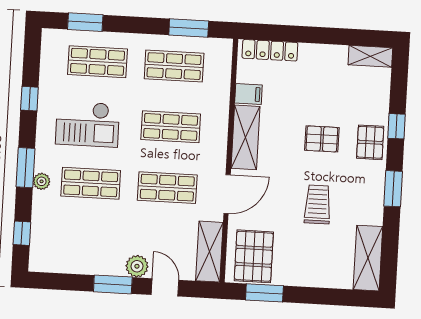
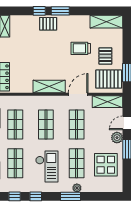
filing cabinet: (248, 94) -> (27, 86), removed
pallet: (322, 139) -> (105, 56), moved
window: (393, 189) -> (60, 11), moved
door: (227, 194) -> (78, 94), hinge flipped
window: (22, 233) -> (15, 196), moved
display table: (84, 241) -> (106, 165), added

